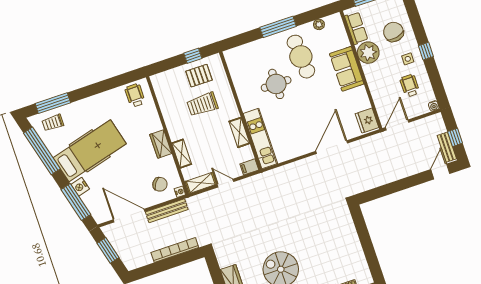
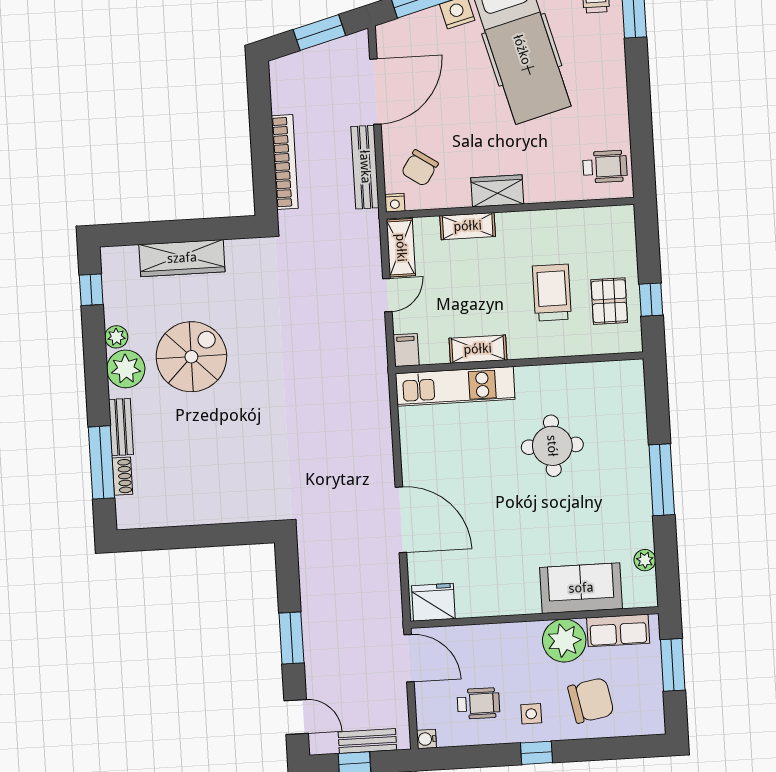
cafe table: (301, 57) -> (592, 508), removed
sofa: (347, 69) -> (581, 588), moved
bench: (447, 147) -> (367, 741), moved
window: (403, 184) -> (291, 638), added

